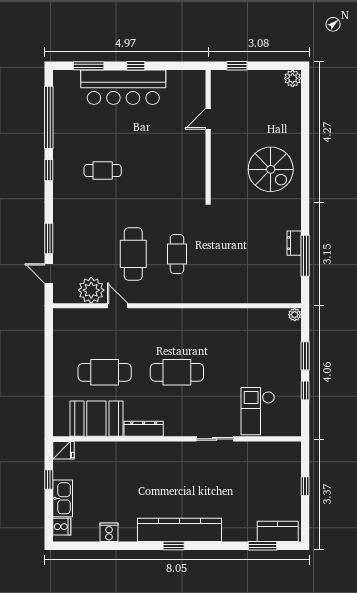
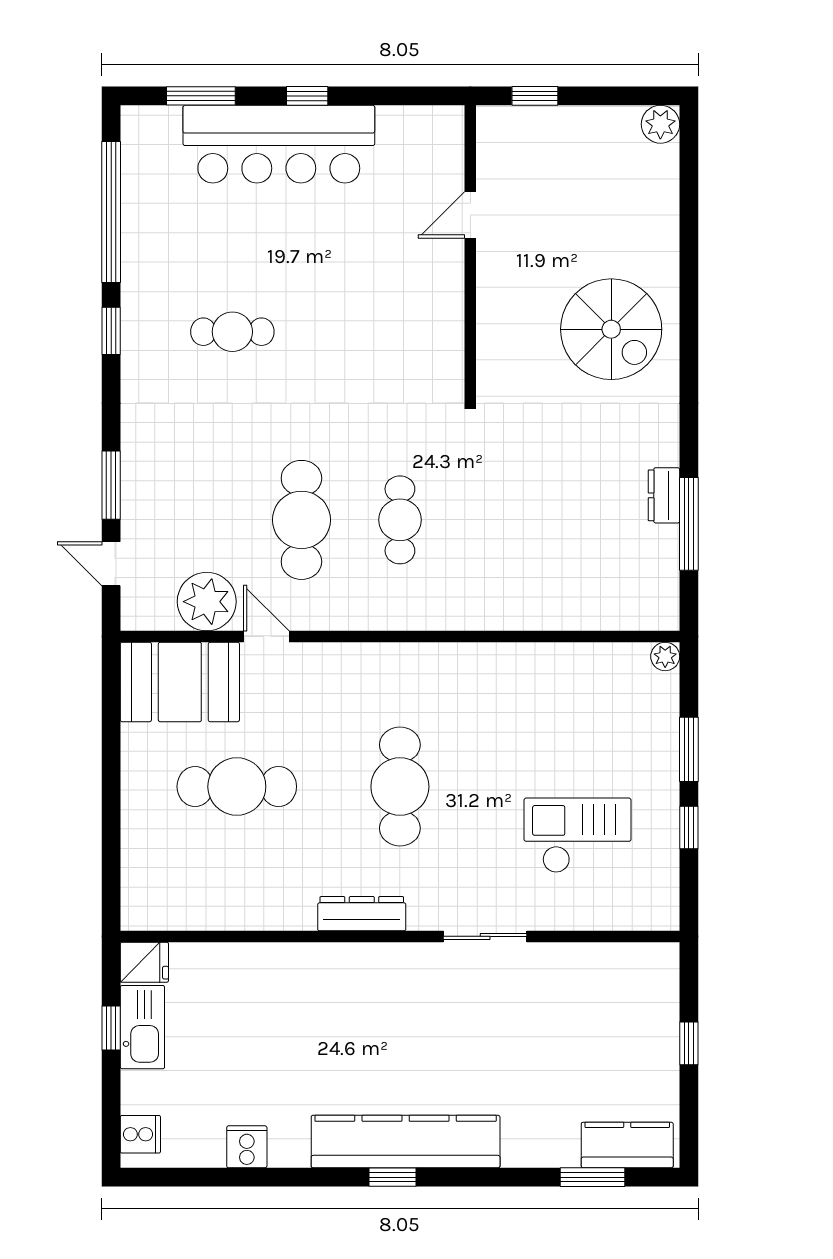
cafe table: (177, 372) -> (400, 787), turned 90
checkout: (258, 411) -> (578, 835), moved, turned 90
booth: (96, 419) -> (180, 682), moved
dresser: (144, 429) -> (362, 914), moved
kitchen sink: (63, 498) -> (142, 1027), moved

